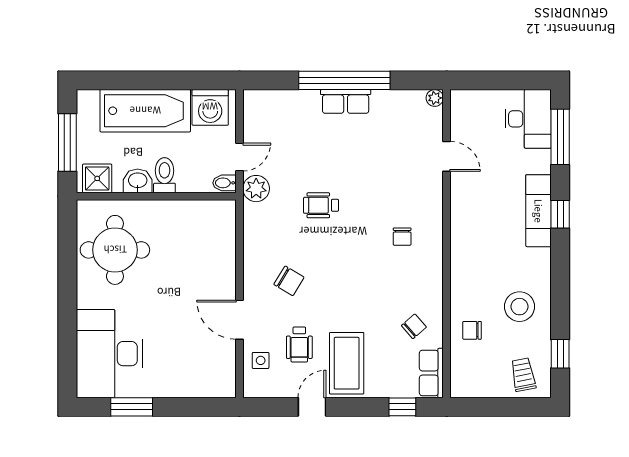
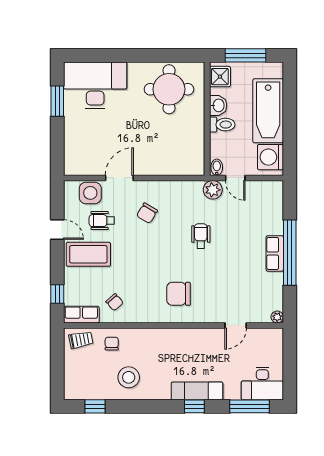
chair: (402, 237) -> (179, 294), width x1.87, depth x1.87
side table: (261, 360) -> (90, 193), width x1.87, depth x1.87
trolley: (523, 375) -> (81, 340), moved

